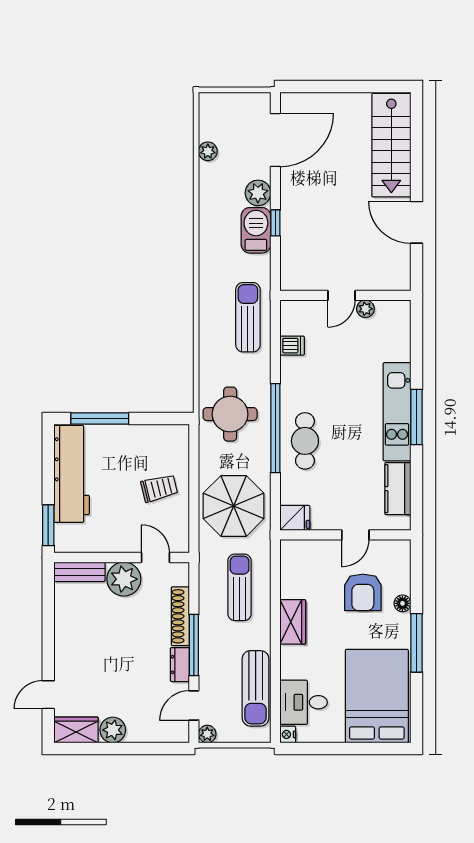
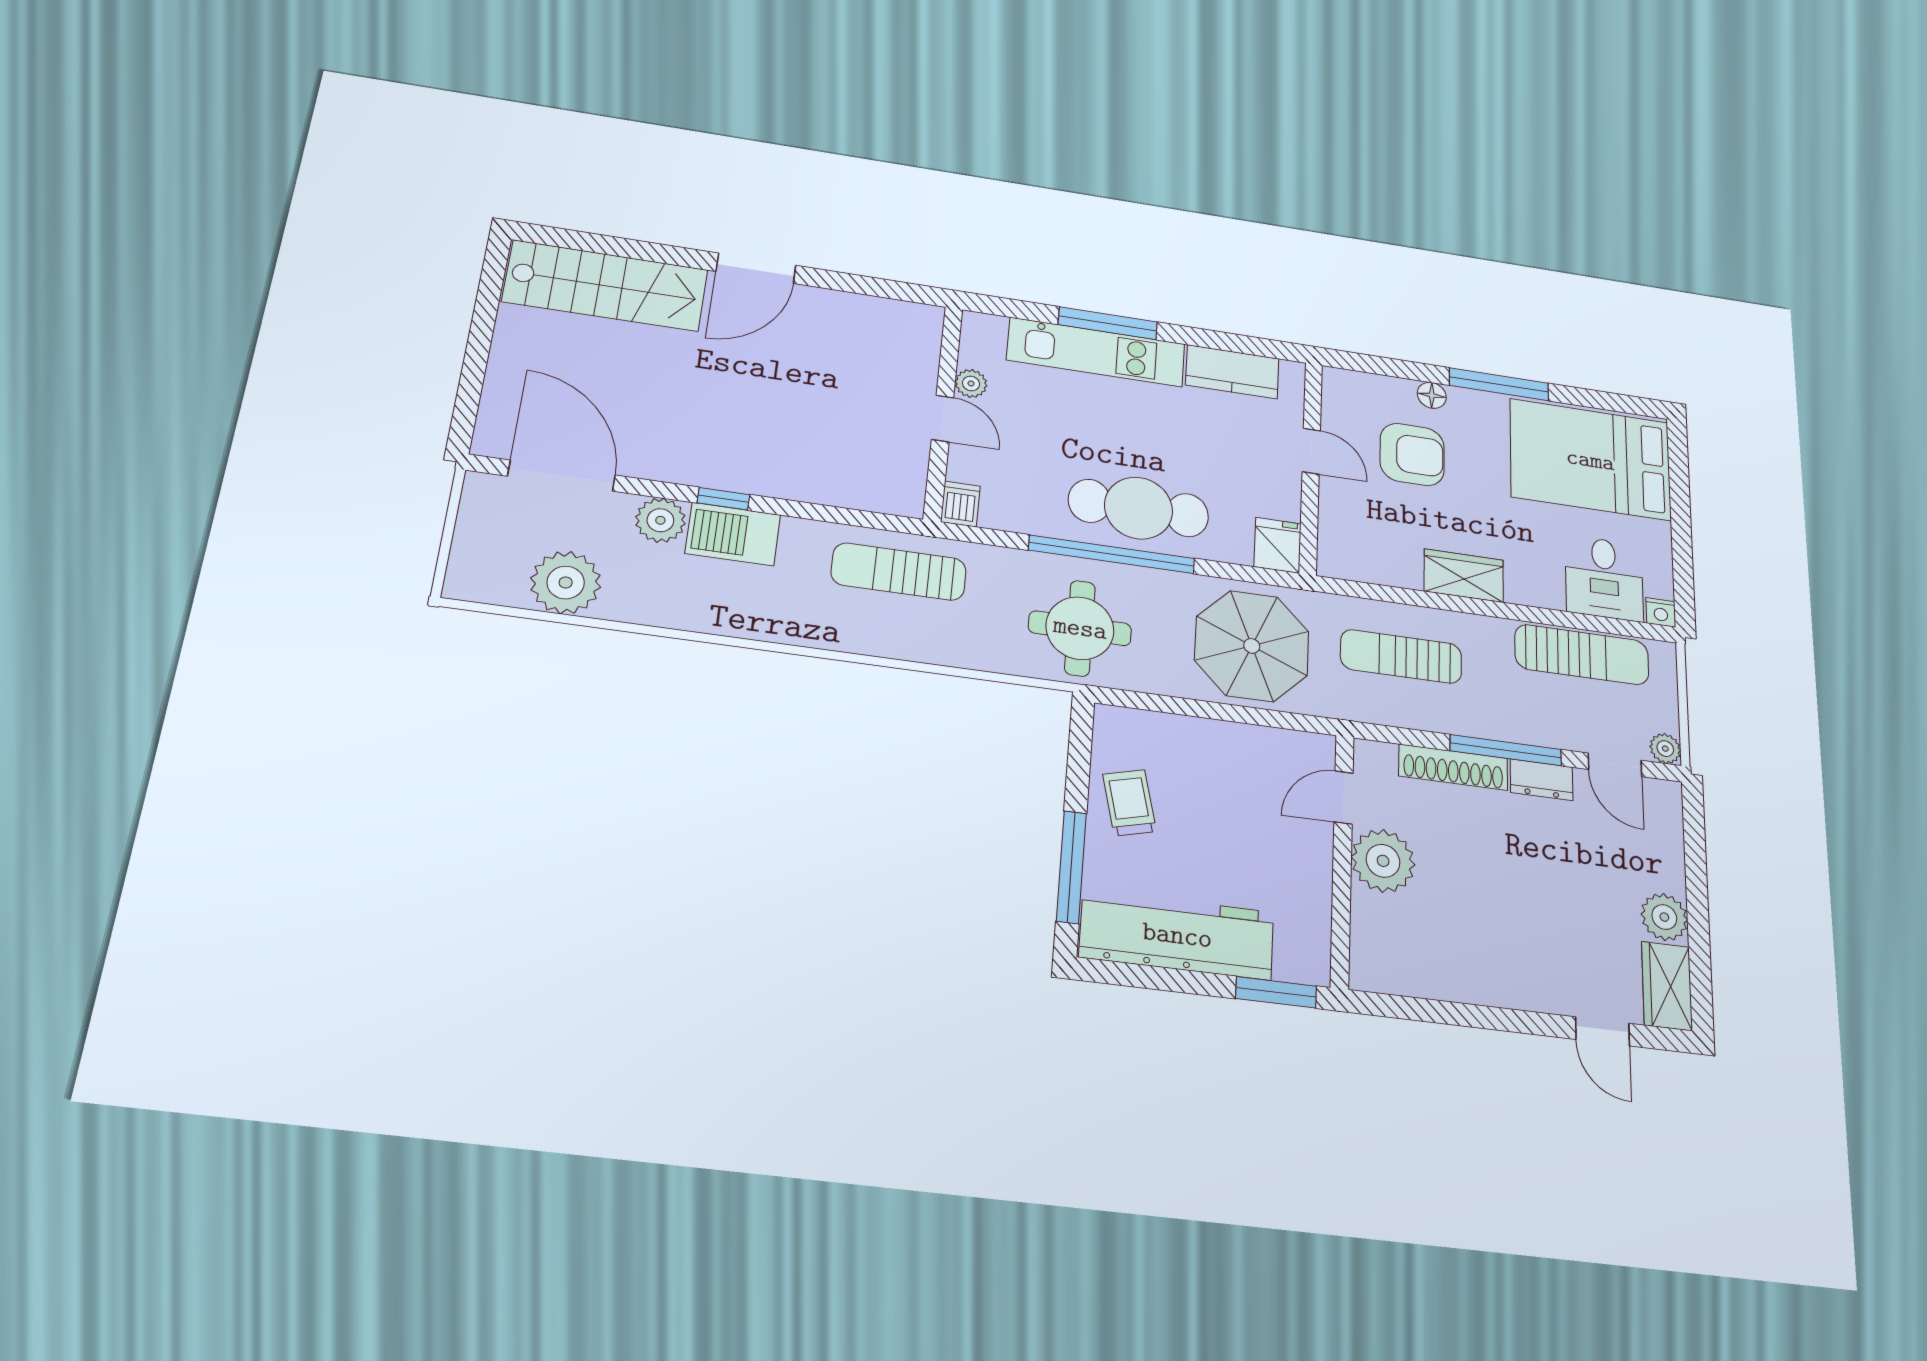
plant: (208, 151) -> (566, 583), width x1.87, depth x1.87
door: (342, 295) -> (943, 418), moved
wall: (345, 295) -> (943, 412), moved
plant: (365, 309) -> (971, 383), moved
cafe table: (305, 441) -> (1138, 508), width x1.37, depth x1.35
trolley: (159, 488) -> (1129, 803), moved
bench: (79, 572) -> (1368, 943), removed

